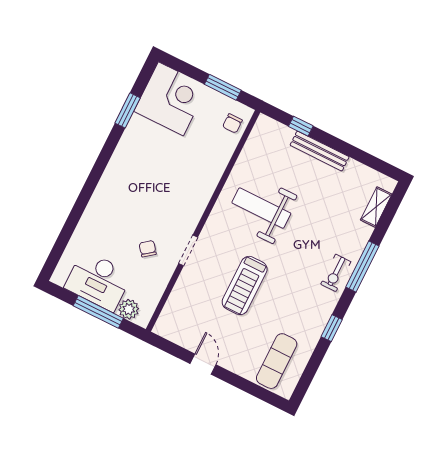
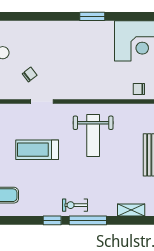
window: (128, 110) -> (92, 16), moved
weight bench: (261, 208) -> (93, 135), turned 180
window: (332, 328) -> (52, 220), moved

